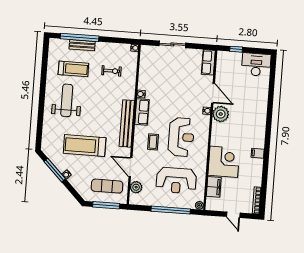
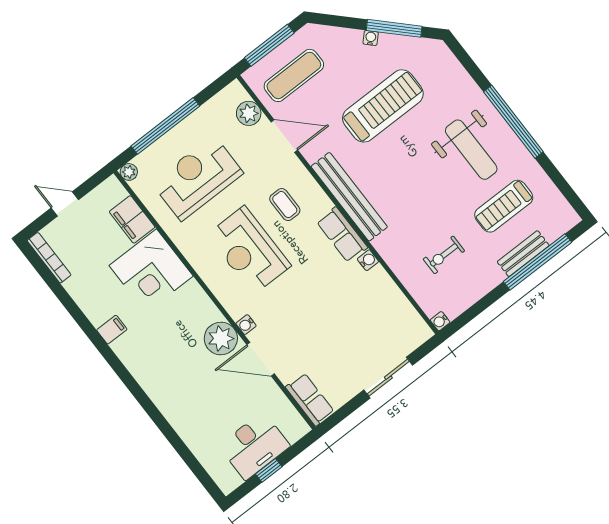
window: (236, 49) -> (269, 470), moved
desk: (256, 65) -> (254, 446), moved
window: (42, 97) -> (513, 122), added

